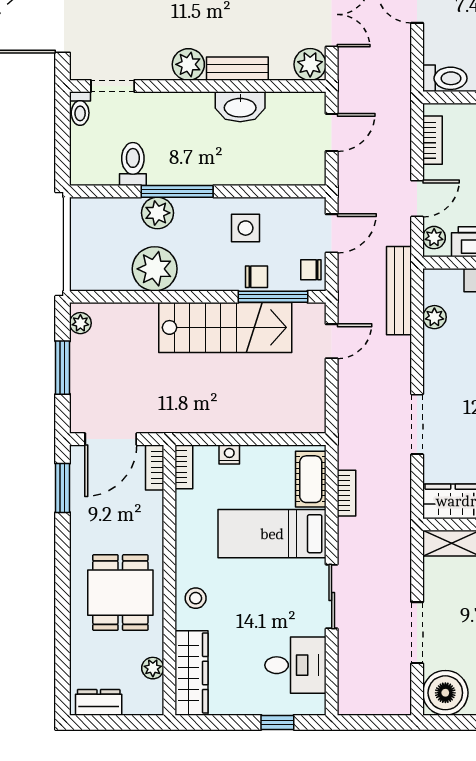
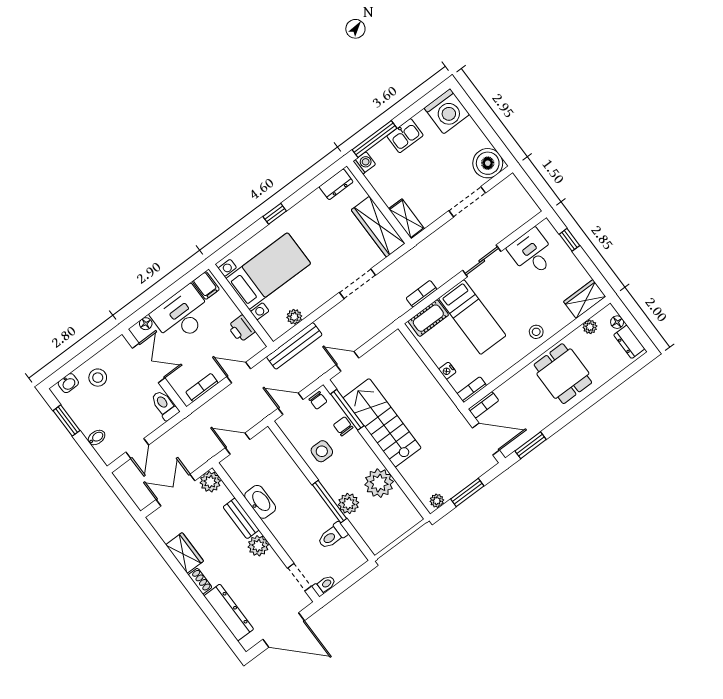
plant: (434, 238) -> (253, 348), removed
dining table: (120, 593) -> (563, 374), turned 90
wardrobe: (191, 673) -> (585, 299), width x0.67
floor lamp: (134, 706) -> (617, 322), added

